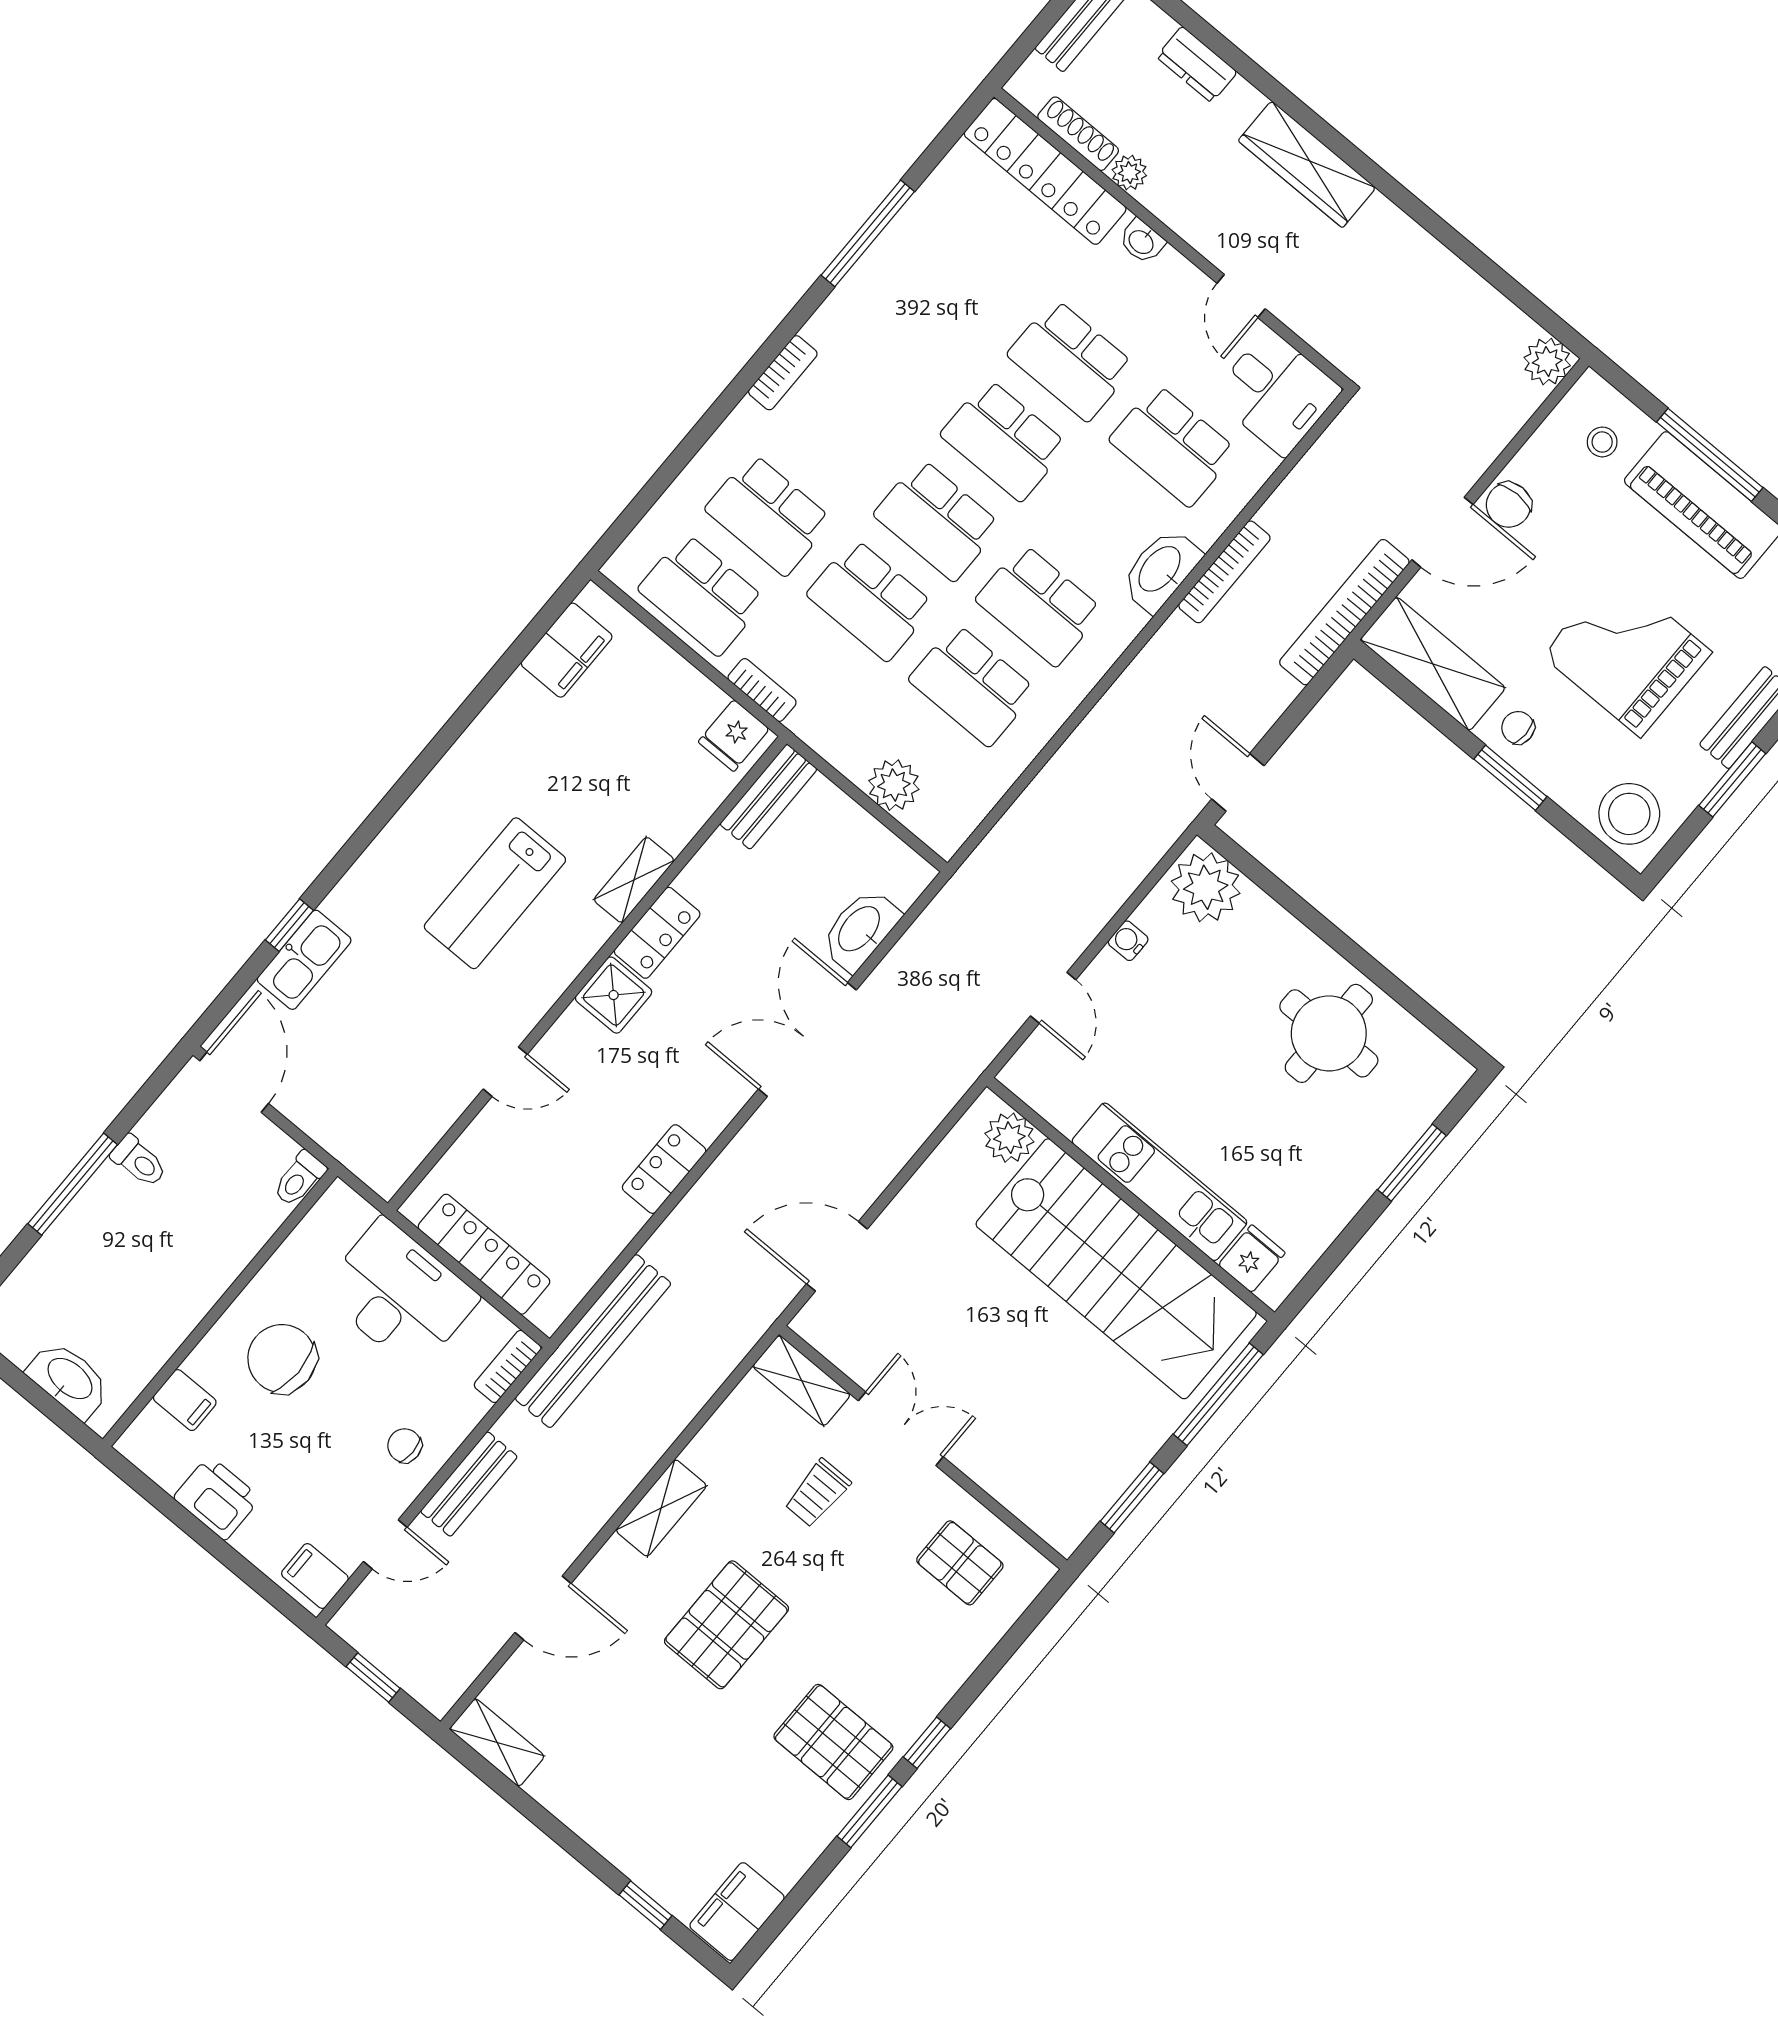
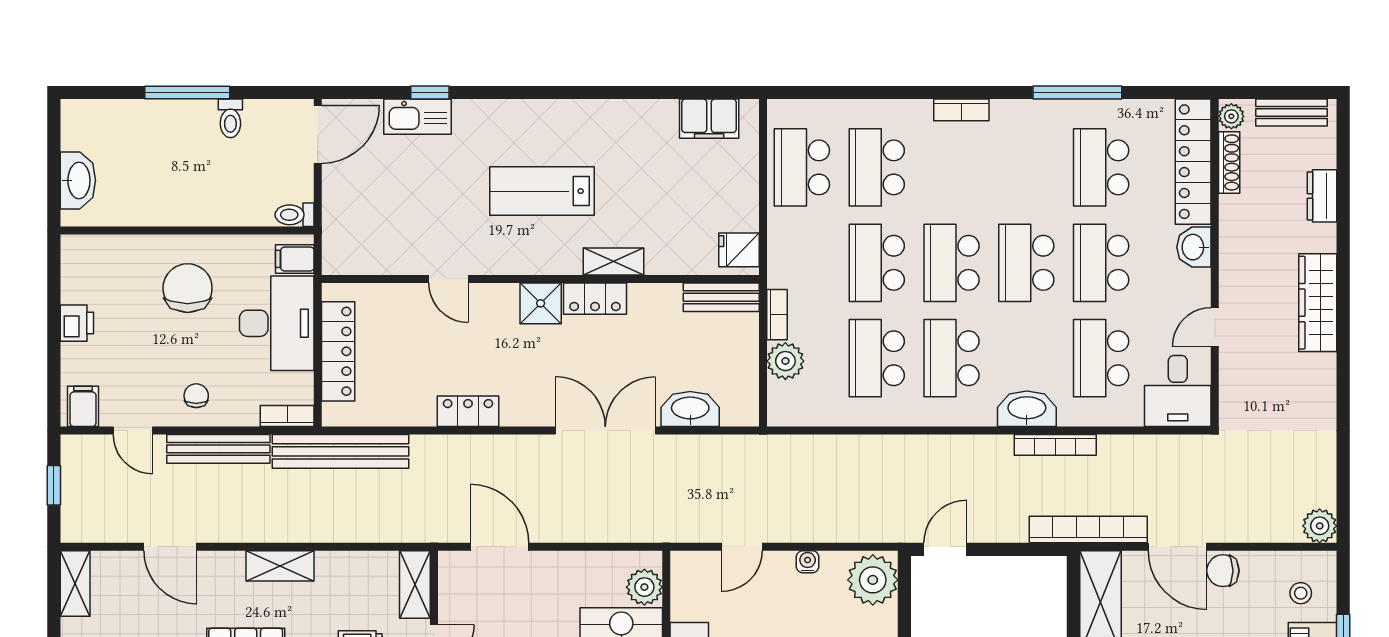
plant: (1129, 173) -> (1231, 116), moved
washbasin: (1142, 241) -> (1194, 247), width x1.38, depth x1.45
school desk: (969, 275) -> (1101, 167), added
bookcase: (762, 690) -> (777, 315), moved
filing cabinet: (185, 1400) -> (295, 259), moved, turned 90
bench: (469, 1484) -> (218, 449), width x1.36
printer: (217, 1498) -> (77, 323), width x0.73, depth x0.81

